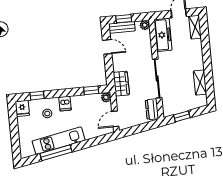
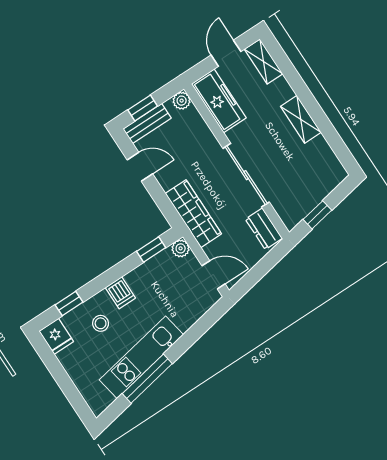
shelving: (200, 83) -> (301, 119), moved
wardrobe: (121, 84) -> (193, 214), width x1.50
door: (115, 119) -> (214, 275), swing flipped

